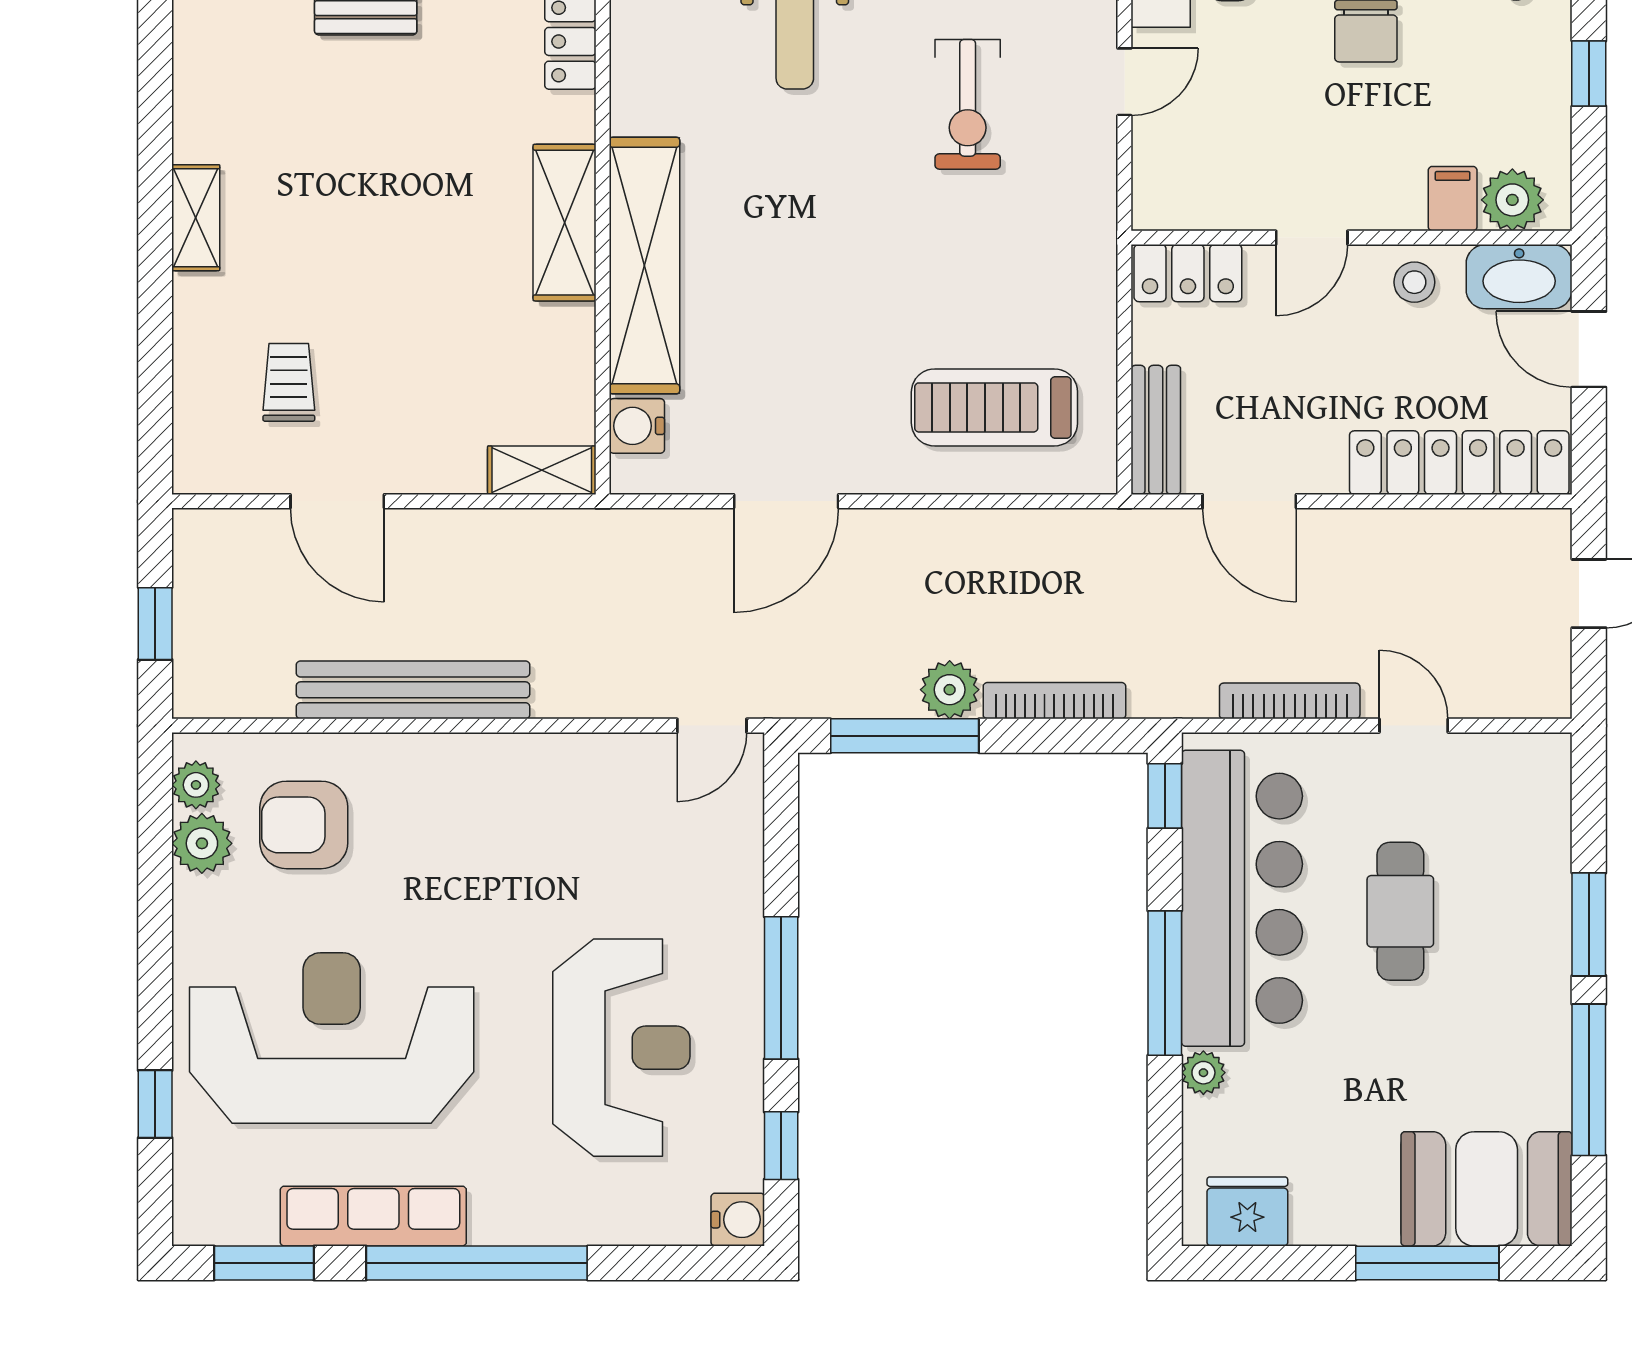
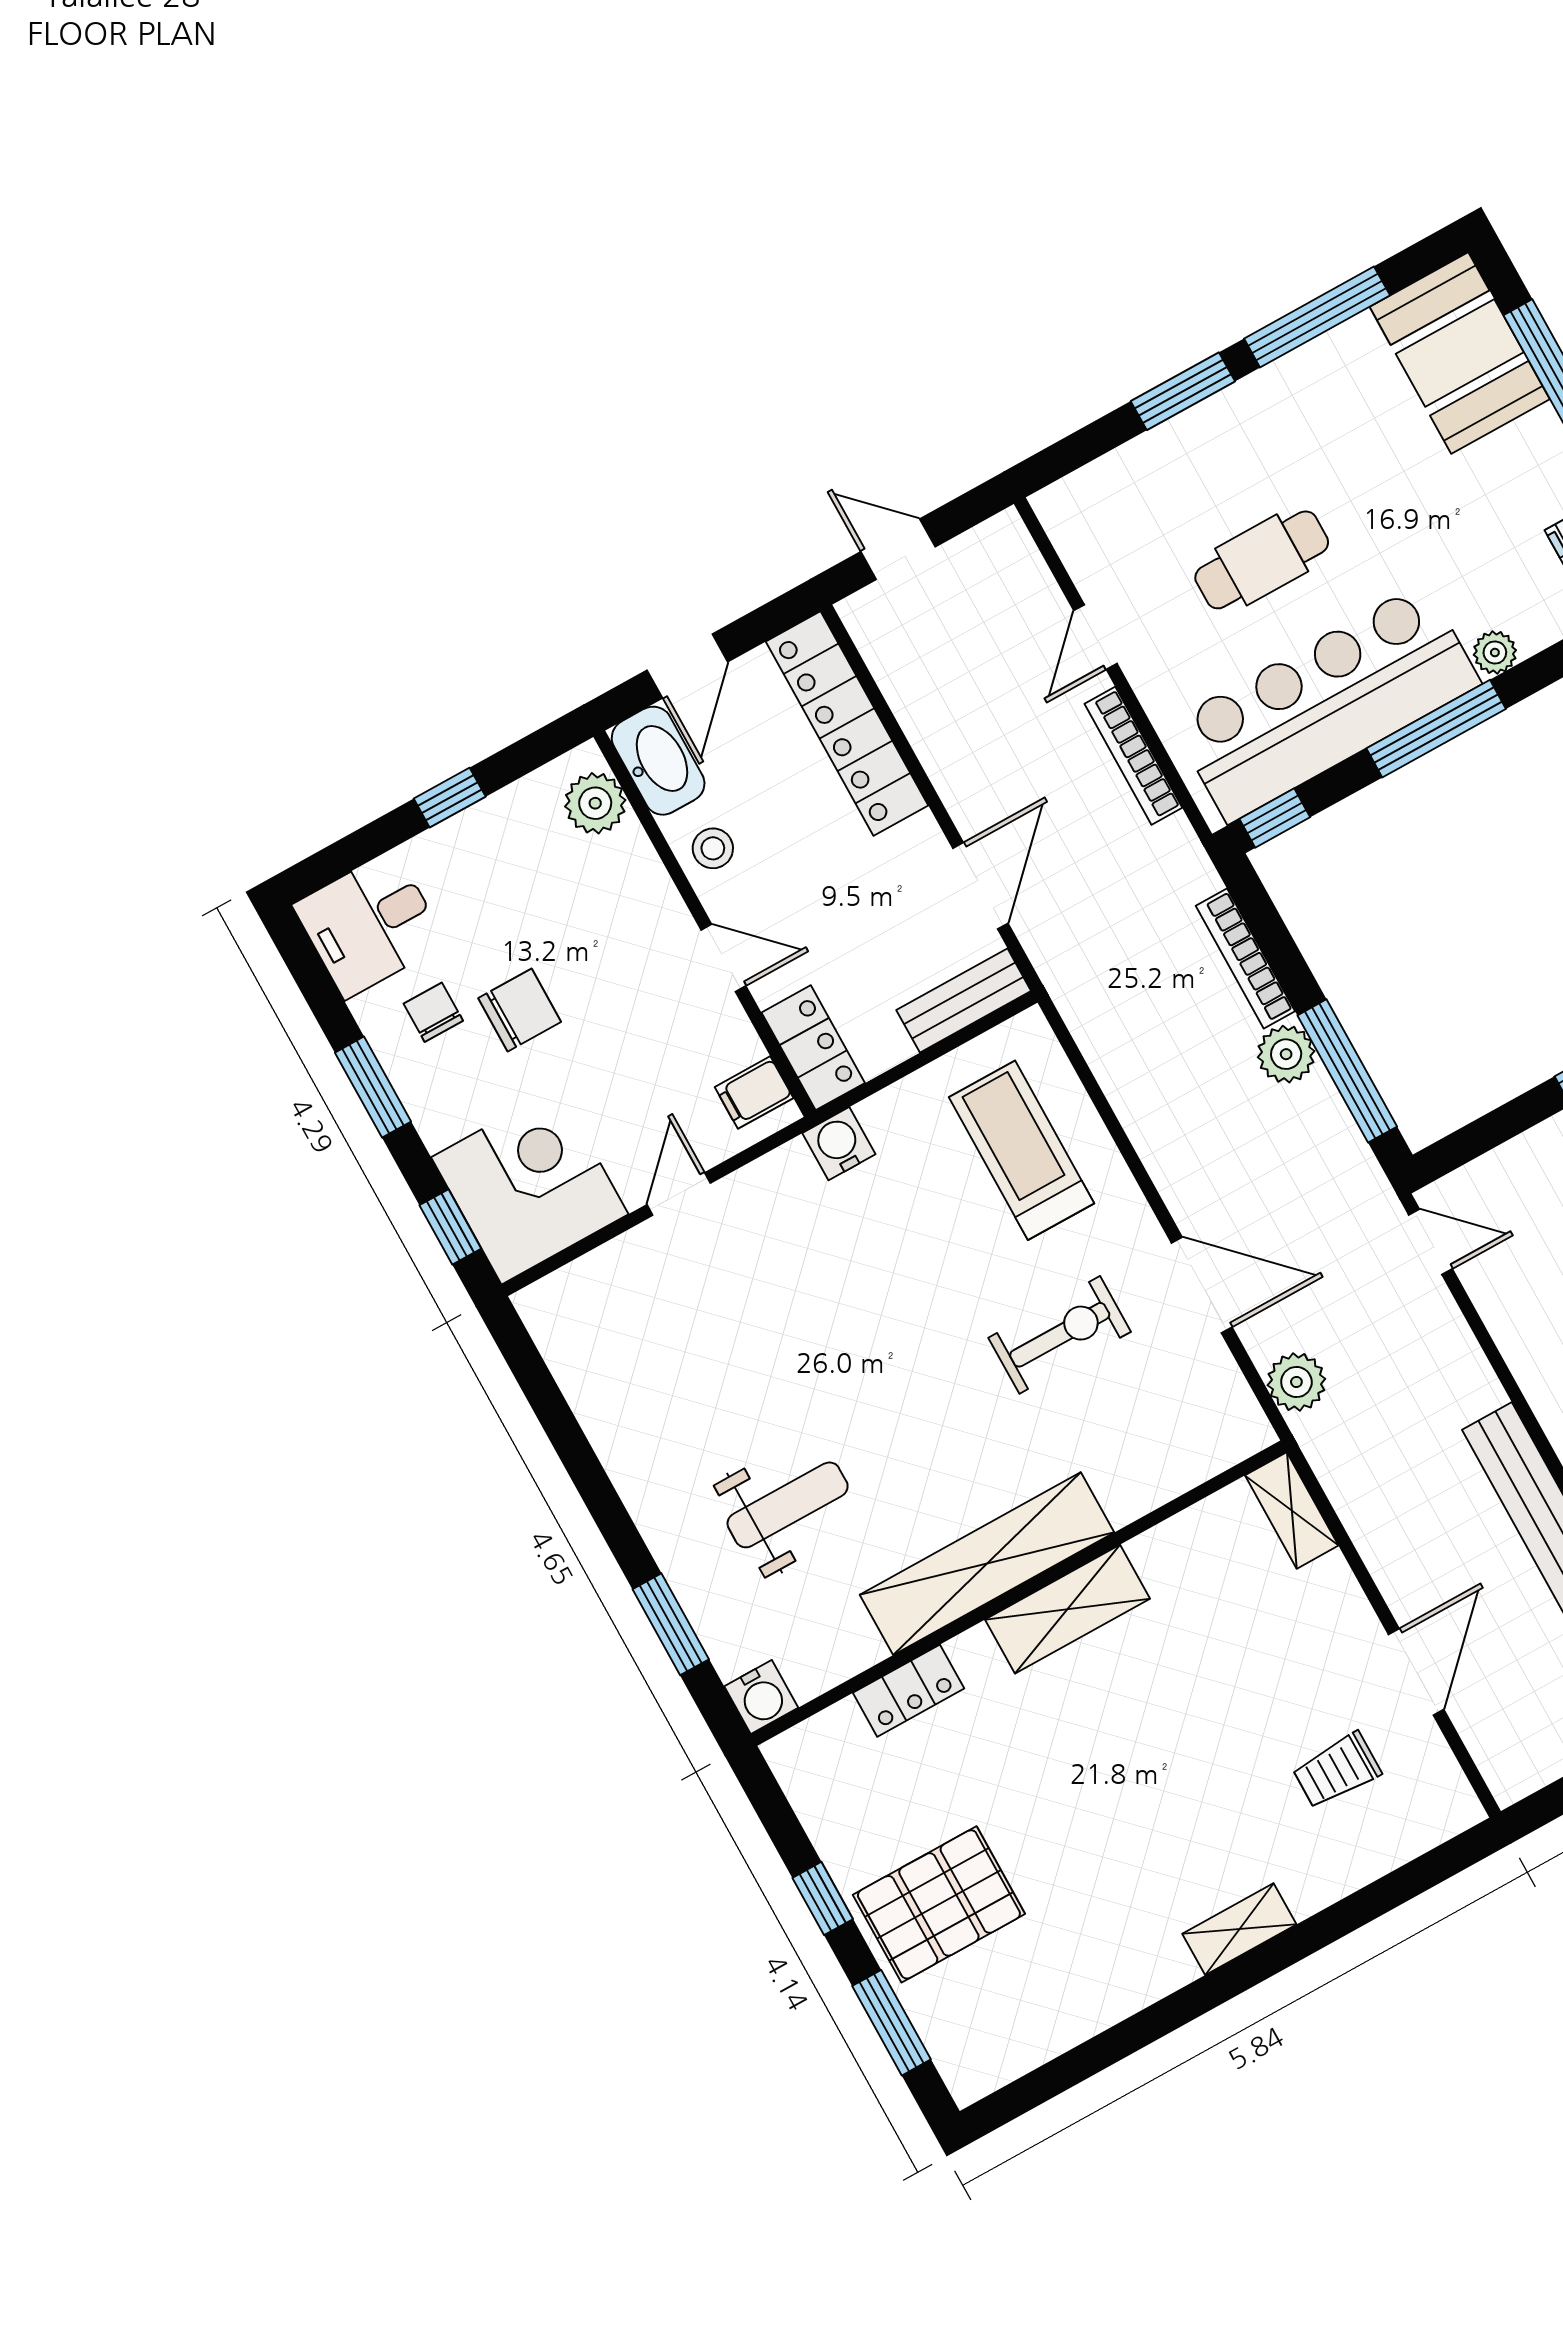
door: (1124, 82) -> (679, 1194), hinge flipped
exercise bike: (968, 104) -> (1060, 1335), moved
filing cabinet: (1453, 199) -> (754, 1093), moved
shelving: (644, 266) -> (987, 1564), moved
treadmill: (994, 407) -> (1021, 1150), turned 180
water cooler: (637, 426) -> (839, 1144), moved, turned 180
plant: (653, 538) -> (1296, 1382), added

